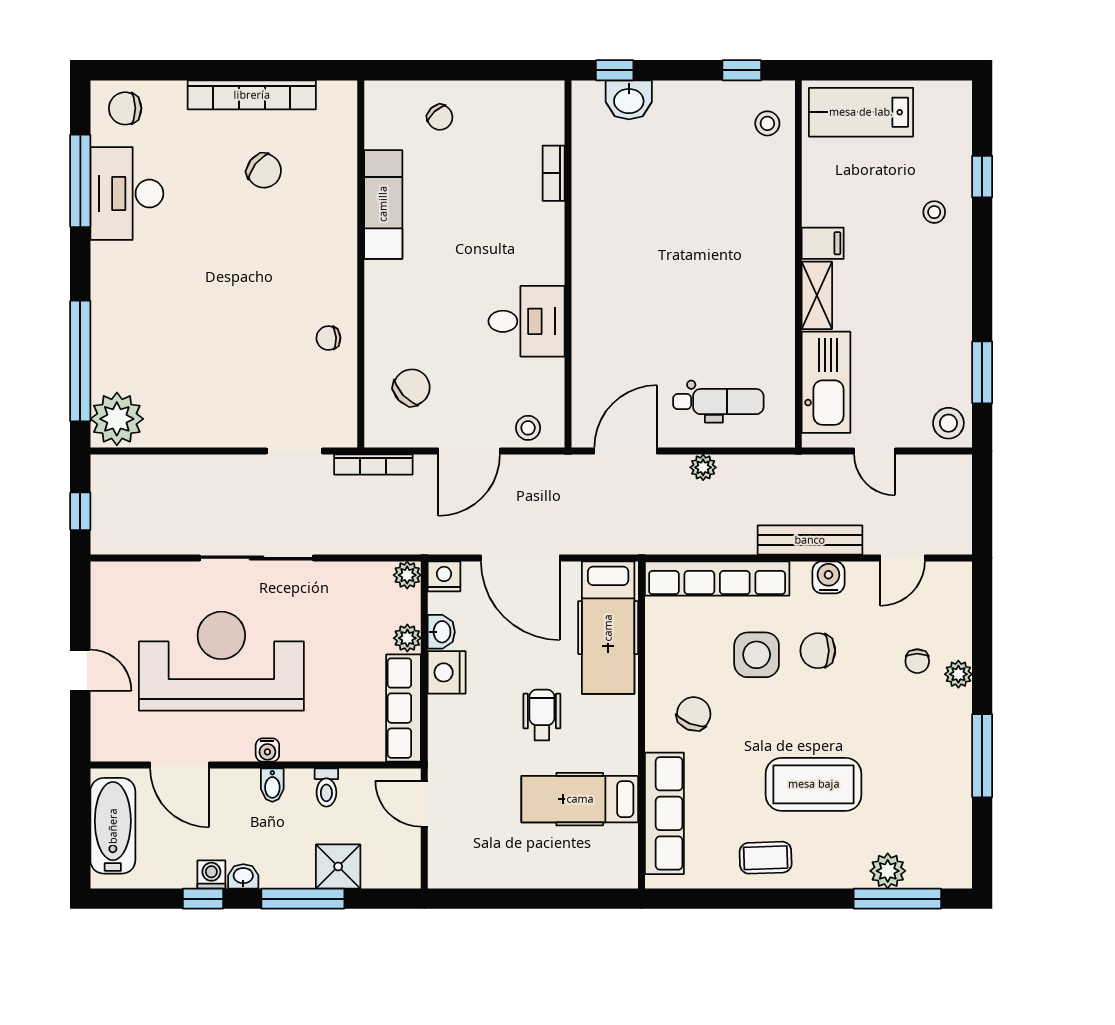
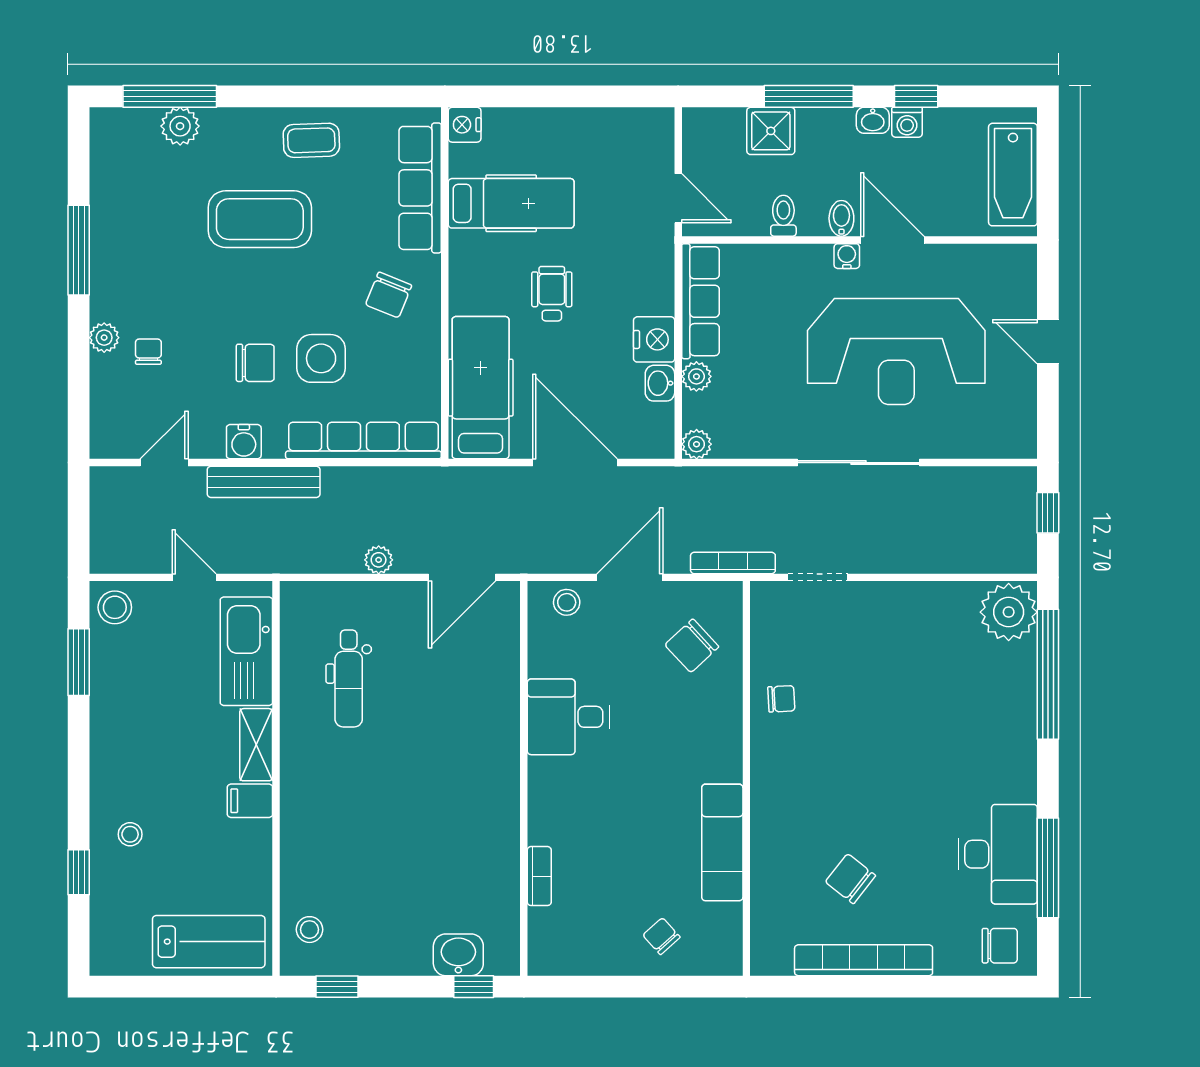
dental chair: (718, 402) -> (349, 678), moved, turned -90
nightstand: (444, 576) -> (465, 125), moved, turned 90
wheelchair: (542, 715) -> (552, 294), turned 180
door: (180, 765) -> (892, 240), moved

